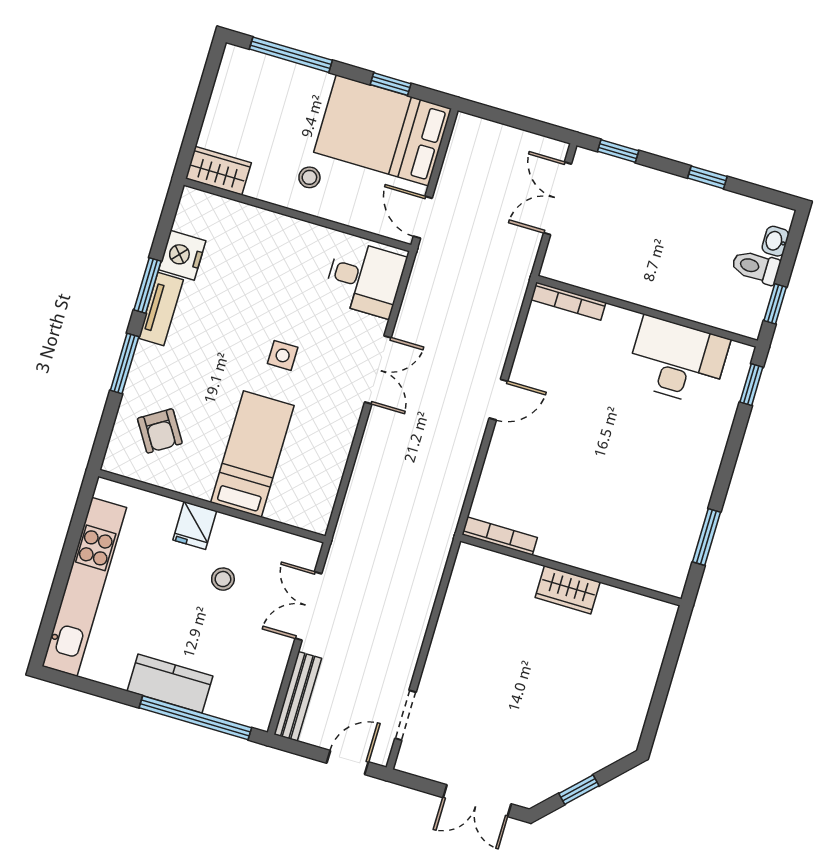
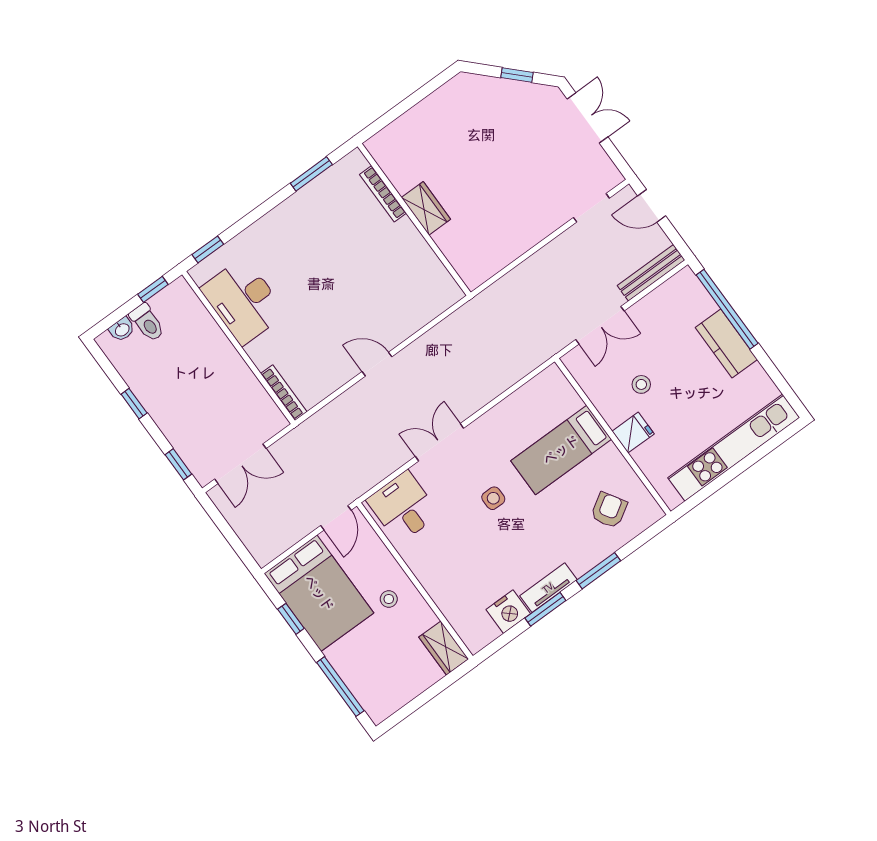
bookcase: (500, 536) -> (383, 194), moved

